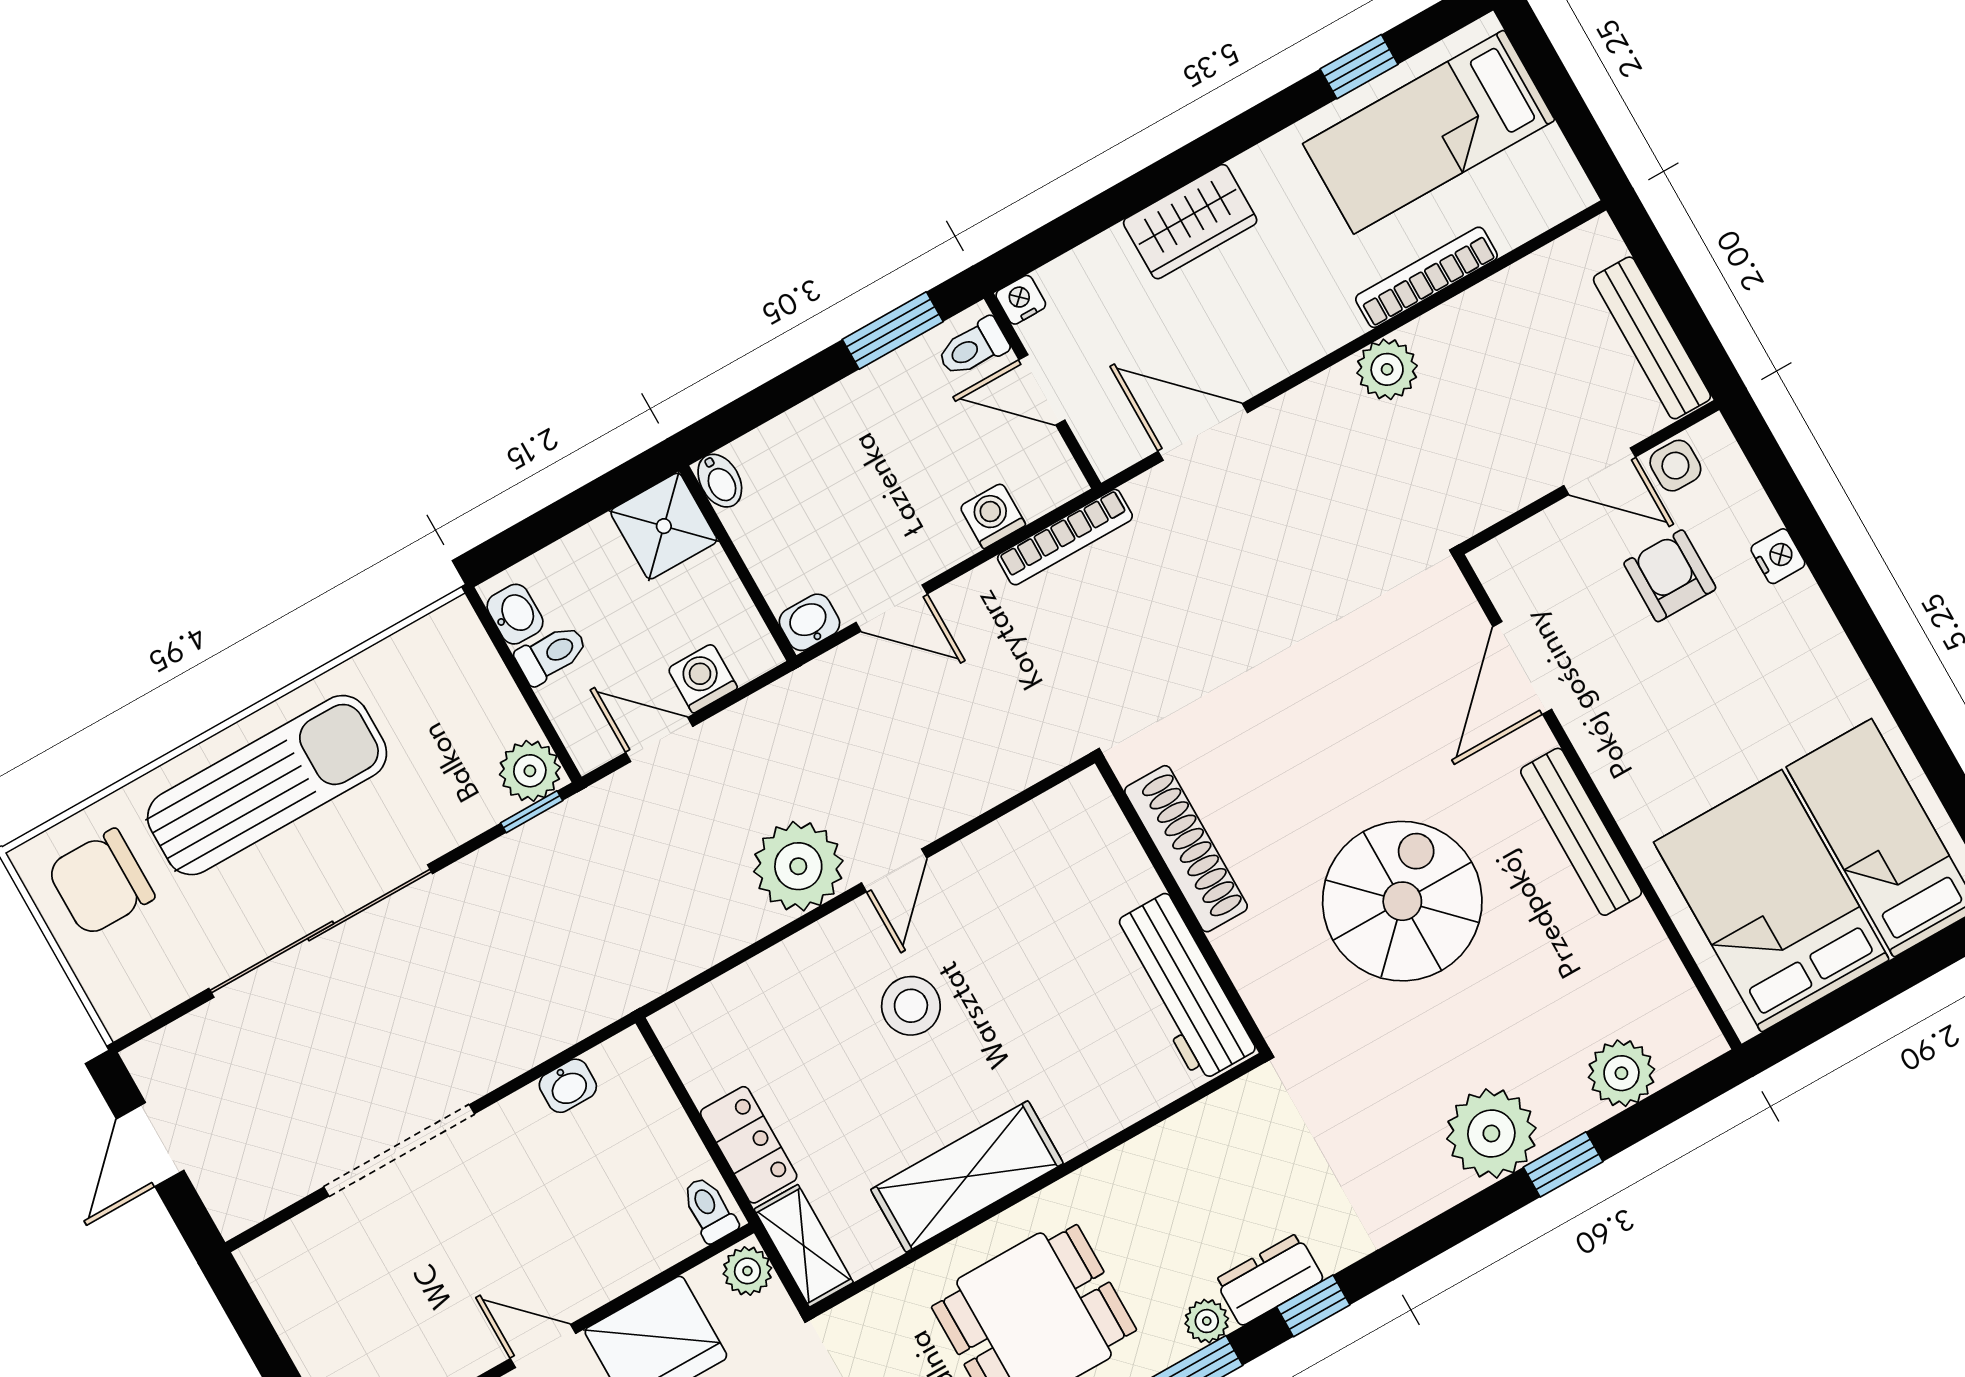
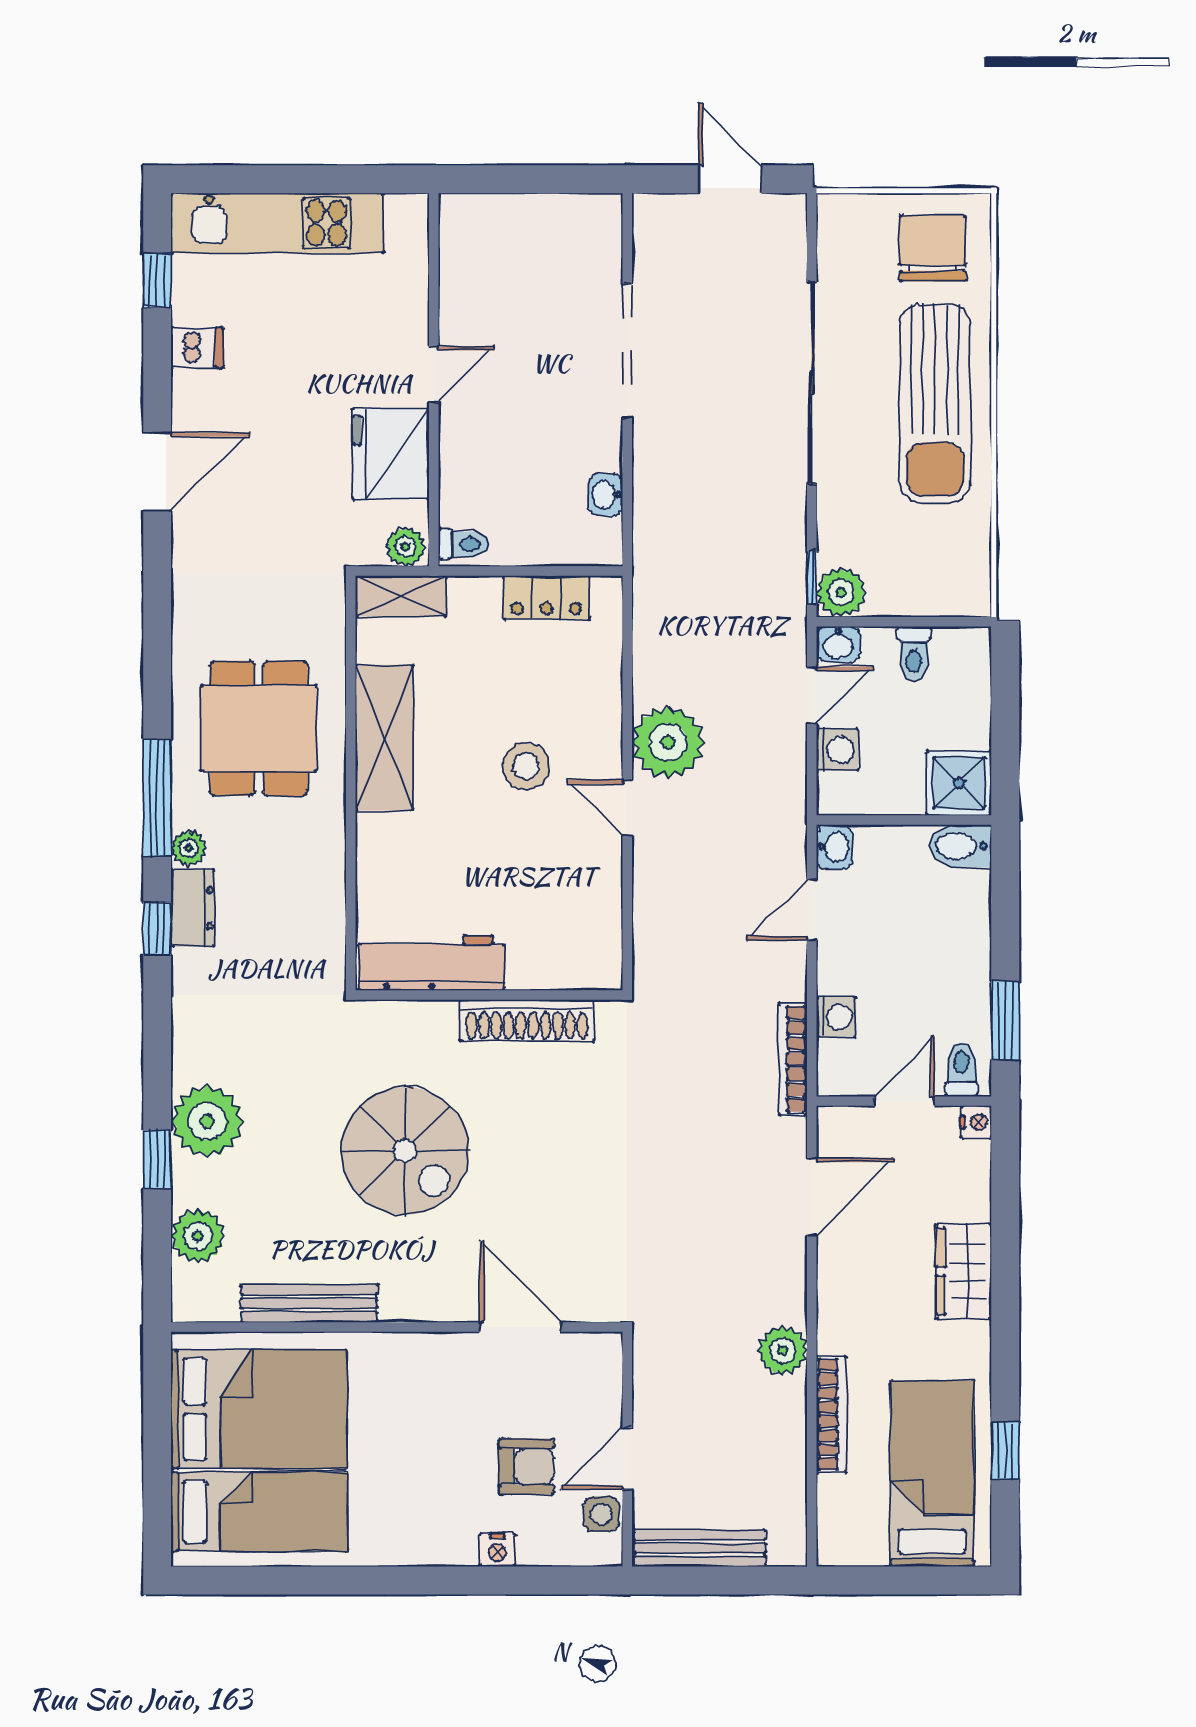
bidet: (720, 481) -> (961, 846), width x1.38, depth x1.36
washbasin: (515, 614) -> (838, 644), moved
bench: (1581, 832) -> (309, 1303), moved
locker: (749, 1145) -> (546, 598), moved

